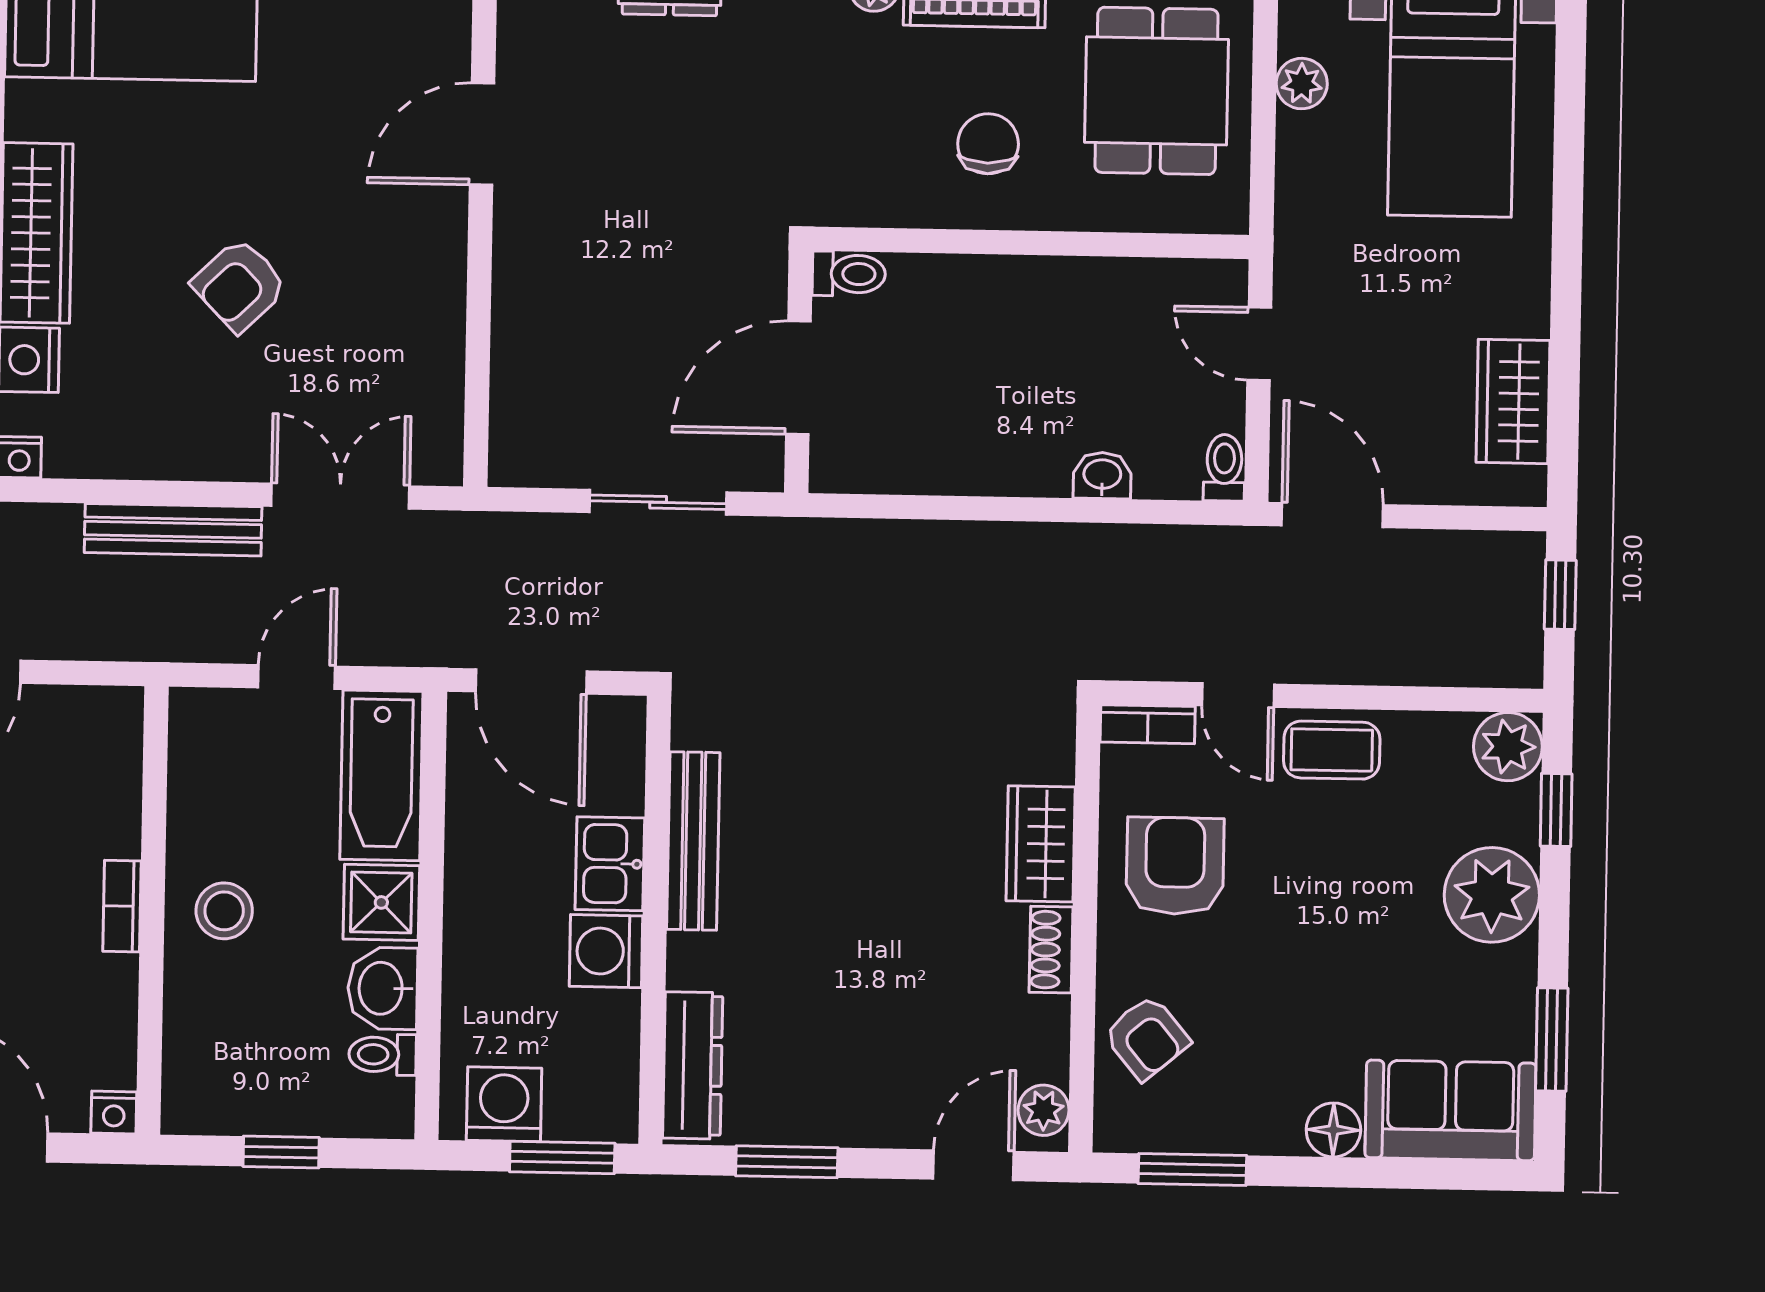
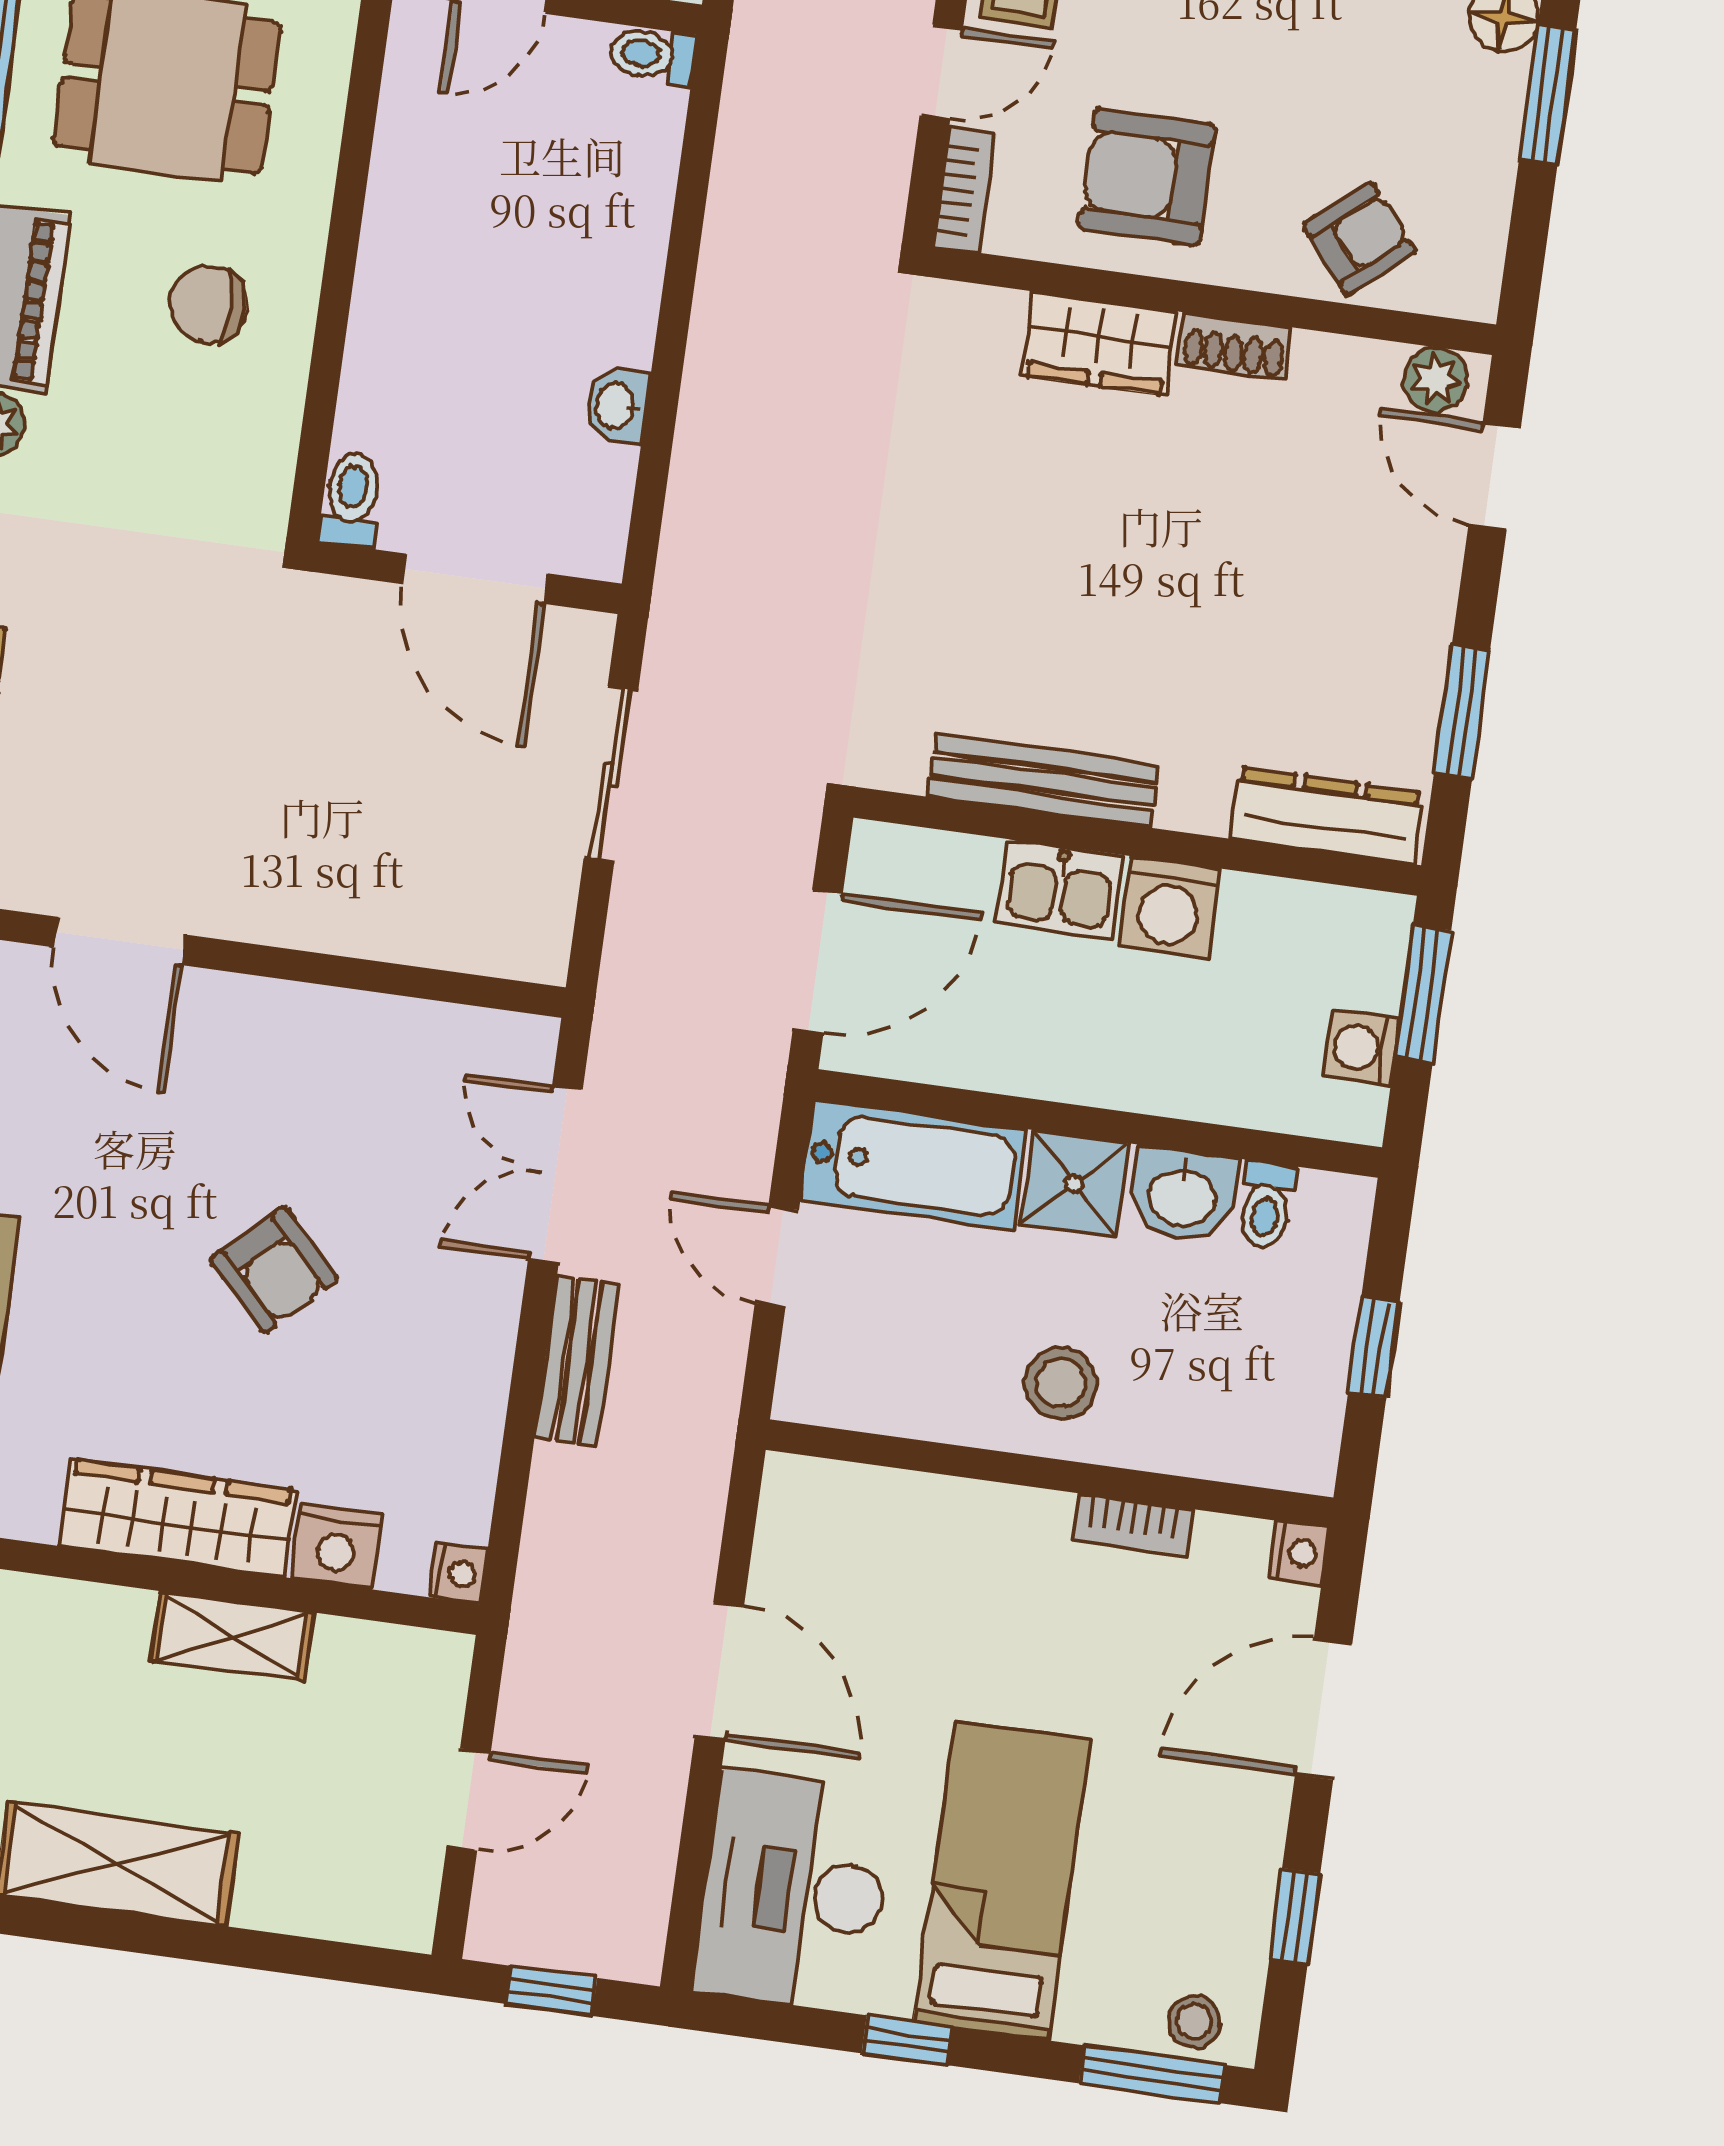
washbasin: (1102, 475) -> (617, 406), moved
bench: (173, 530) -> (577, 1361), width x0.73
bookcase: (122, 906) -> (1133, 1524), moved
washing machine: (504, 1104) -> (1361, 1048), width x0.73, depth x0.73
window: (1192, 1170) -> (1548, 94), moved

